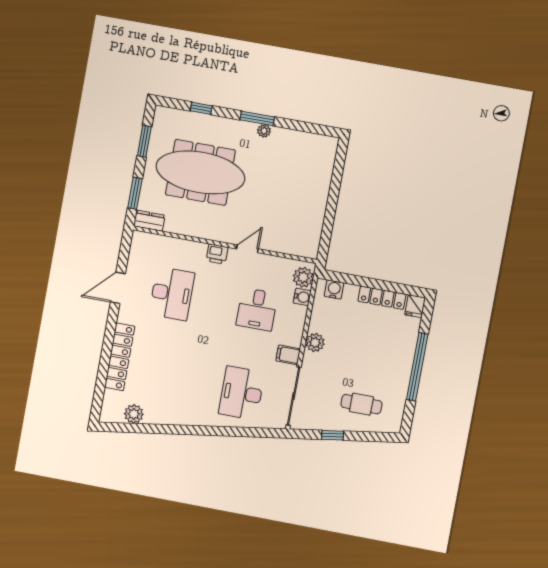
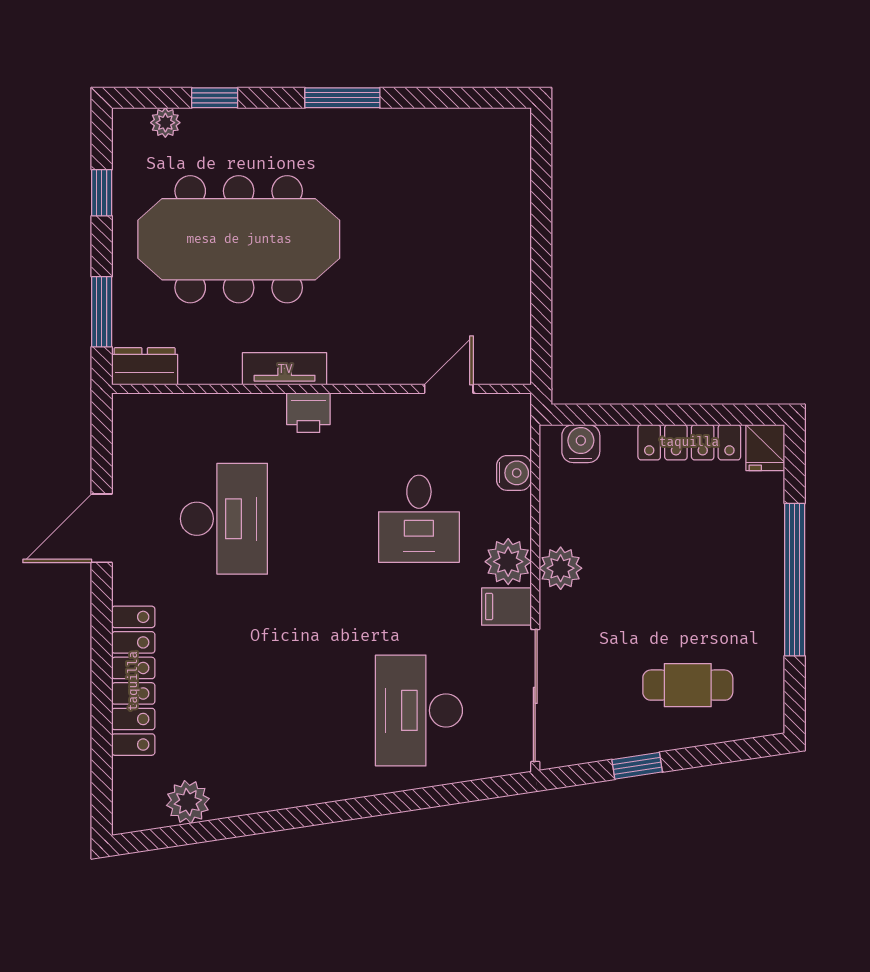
plant: (264, 131) -> (165, 123), moved
window: (144, 141) -> (102, 193), width x0.67
tv unit: (210, 233) -> (285, 369), added
door: (247, 249) -> (449, 389), moved
plant: (303, 277) -> (508, 562), moved

